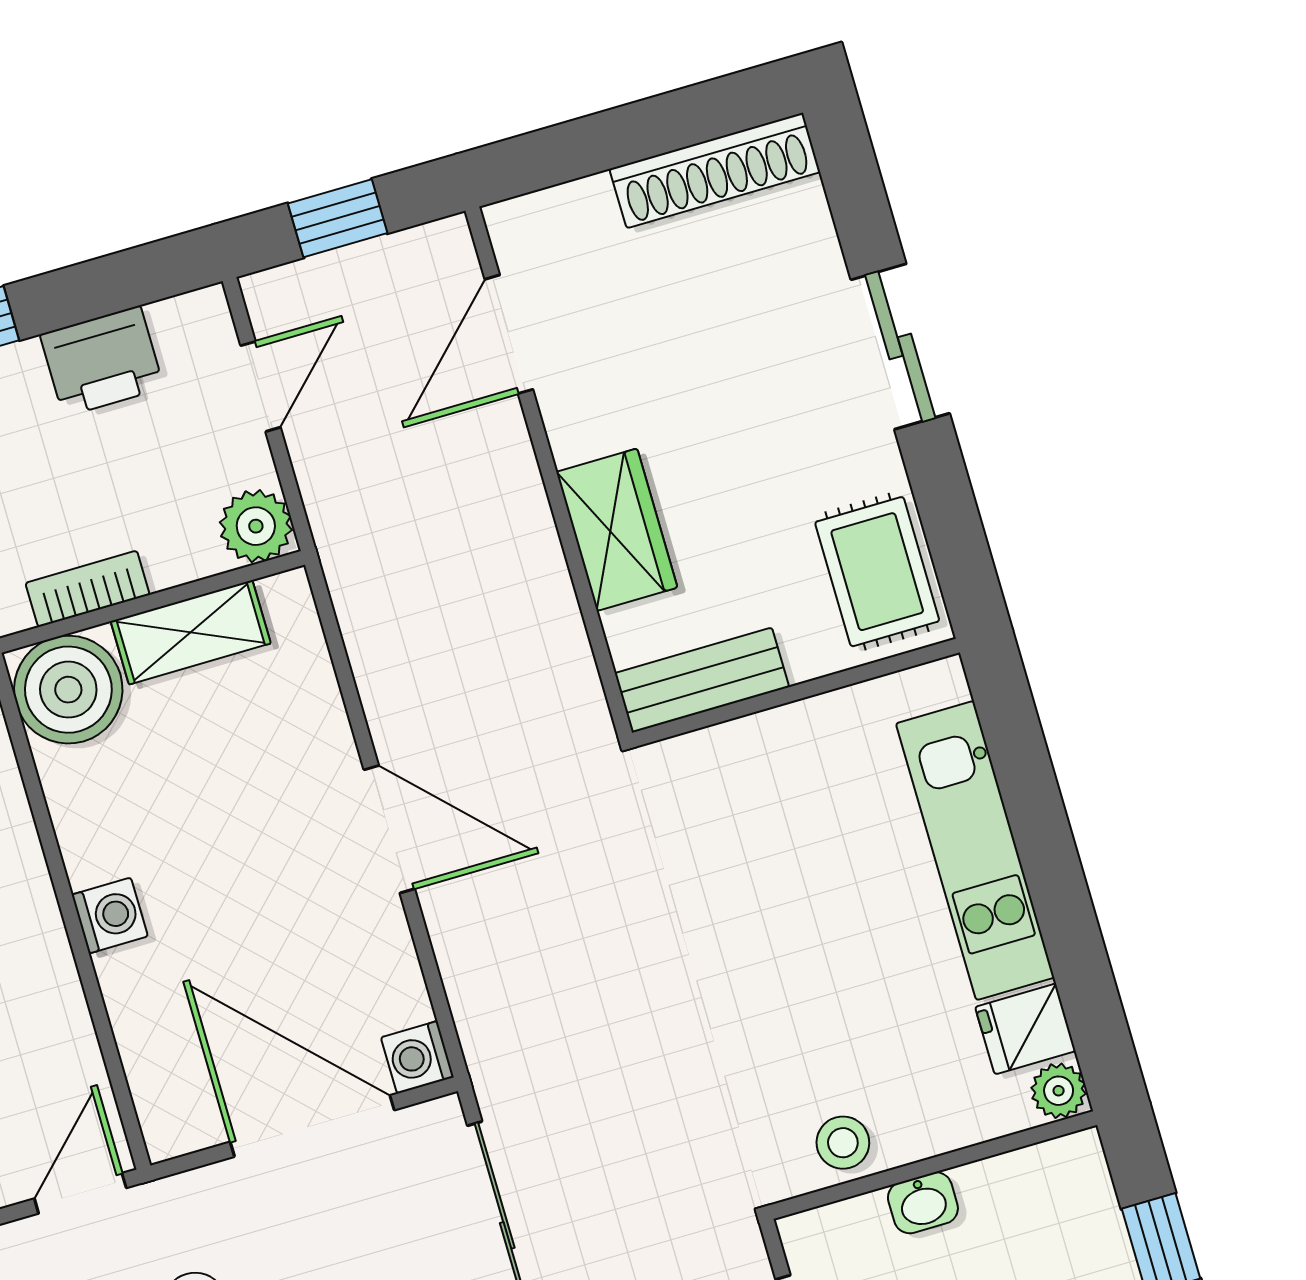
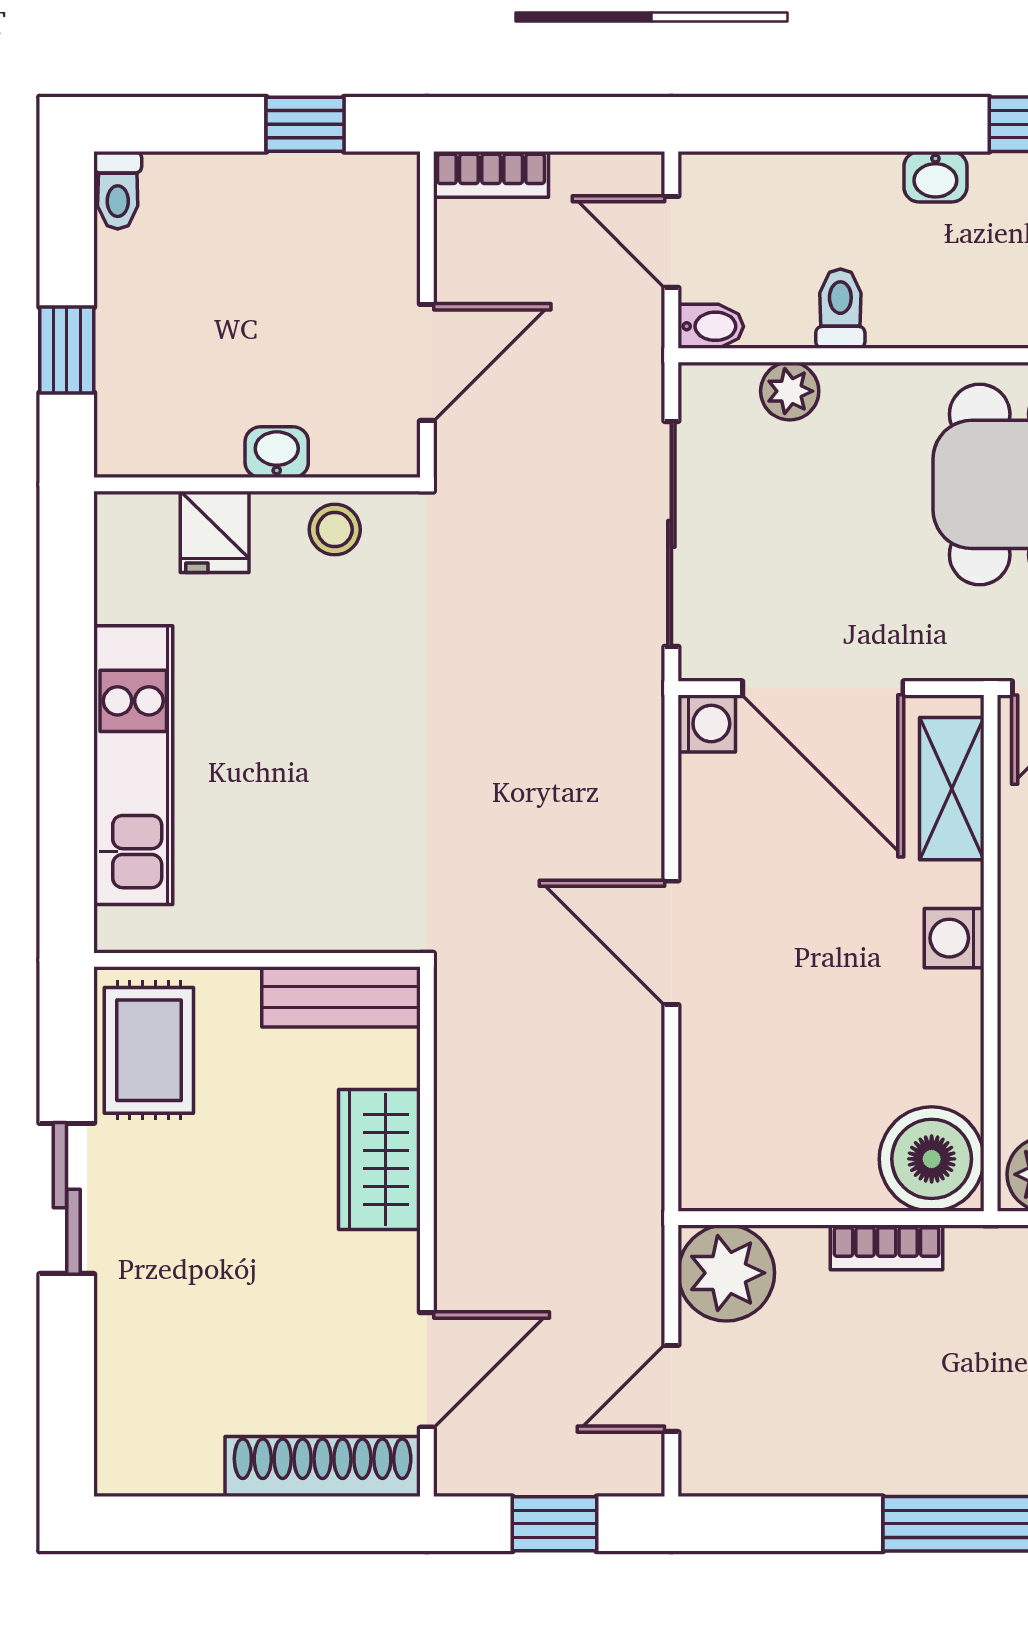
shoe rack: (715, 170) -> (323, 1467), moved
sliding door: (900, 347) -> (67, 1198), moved
printer: (102, 361) -> (812, 1455), removed
plant: (256, 526) -> (726, 1273), width x1.36, depth x1.36
shelving: (191, 632) -> (952, 789), moved, turned 90
fridge: (1025, 1029) -> (215, 532), moved, turned 90
plant: (1059, 1091) -> (121, 520), removed

